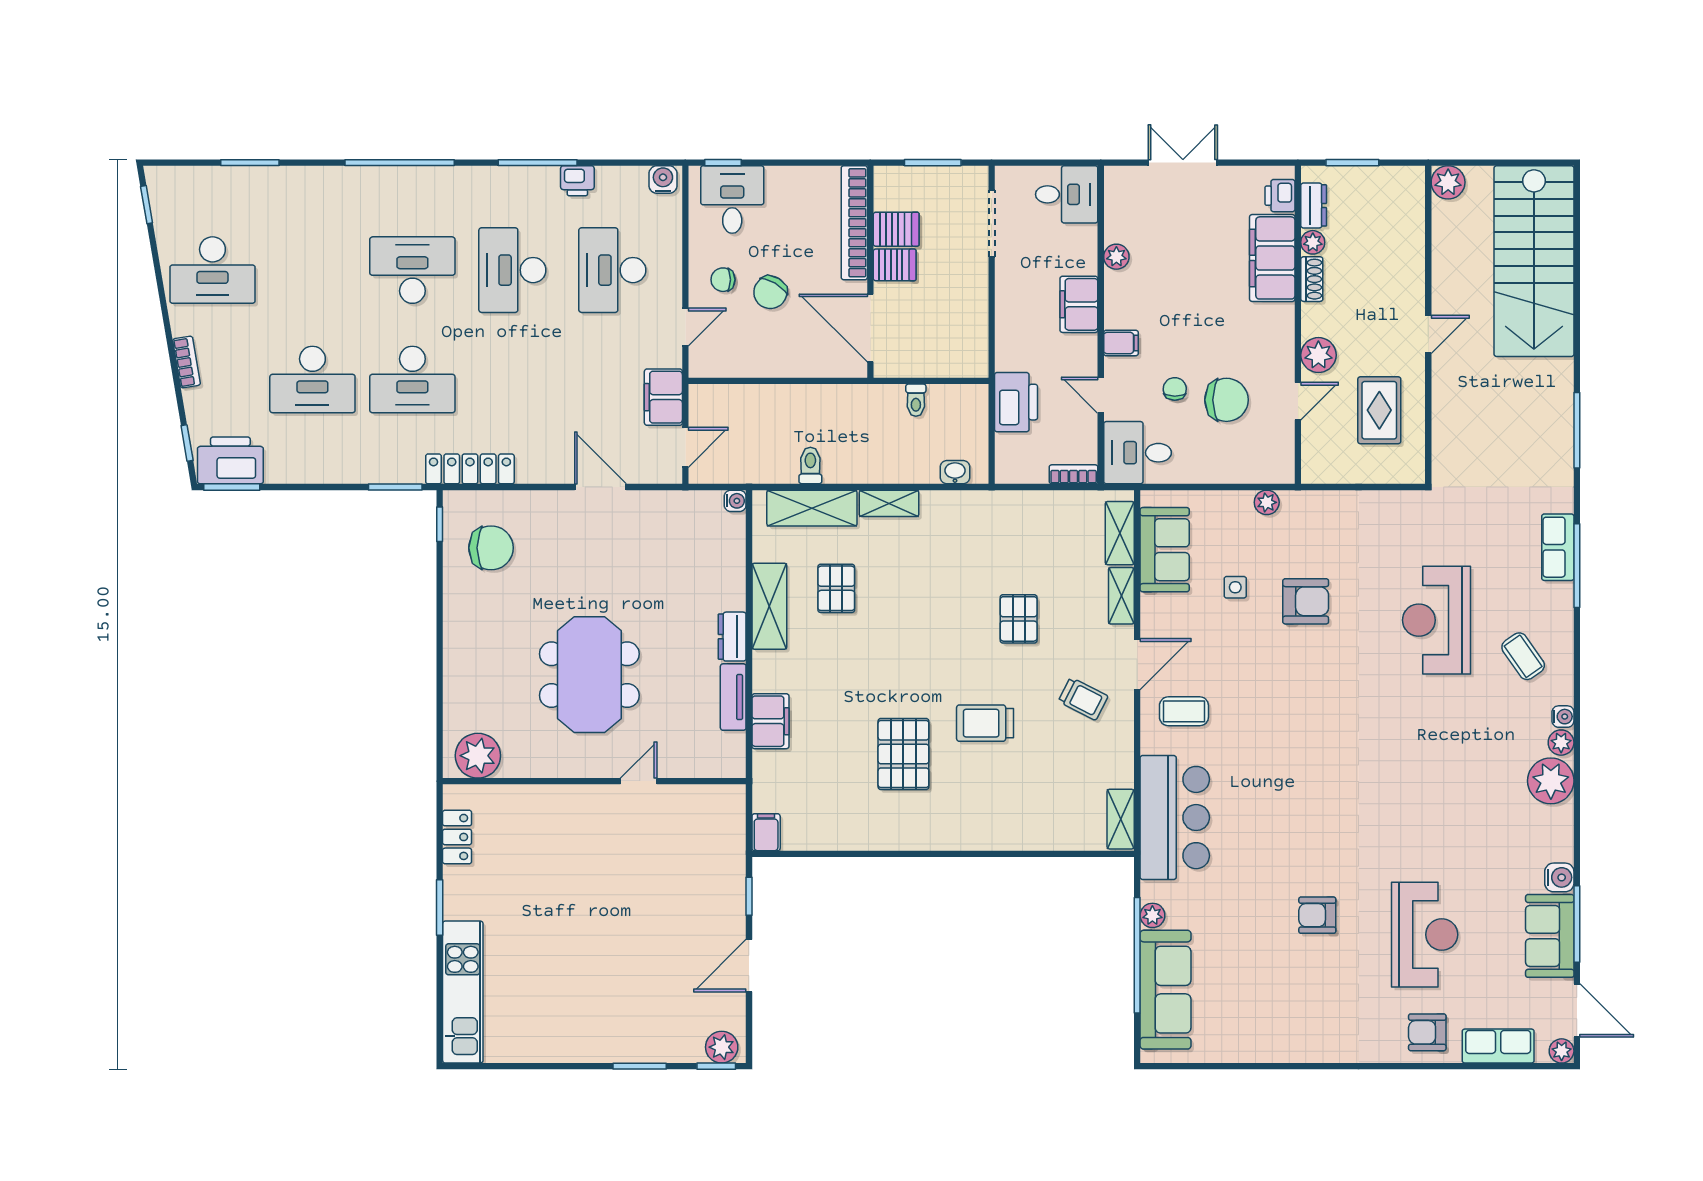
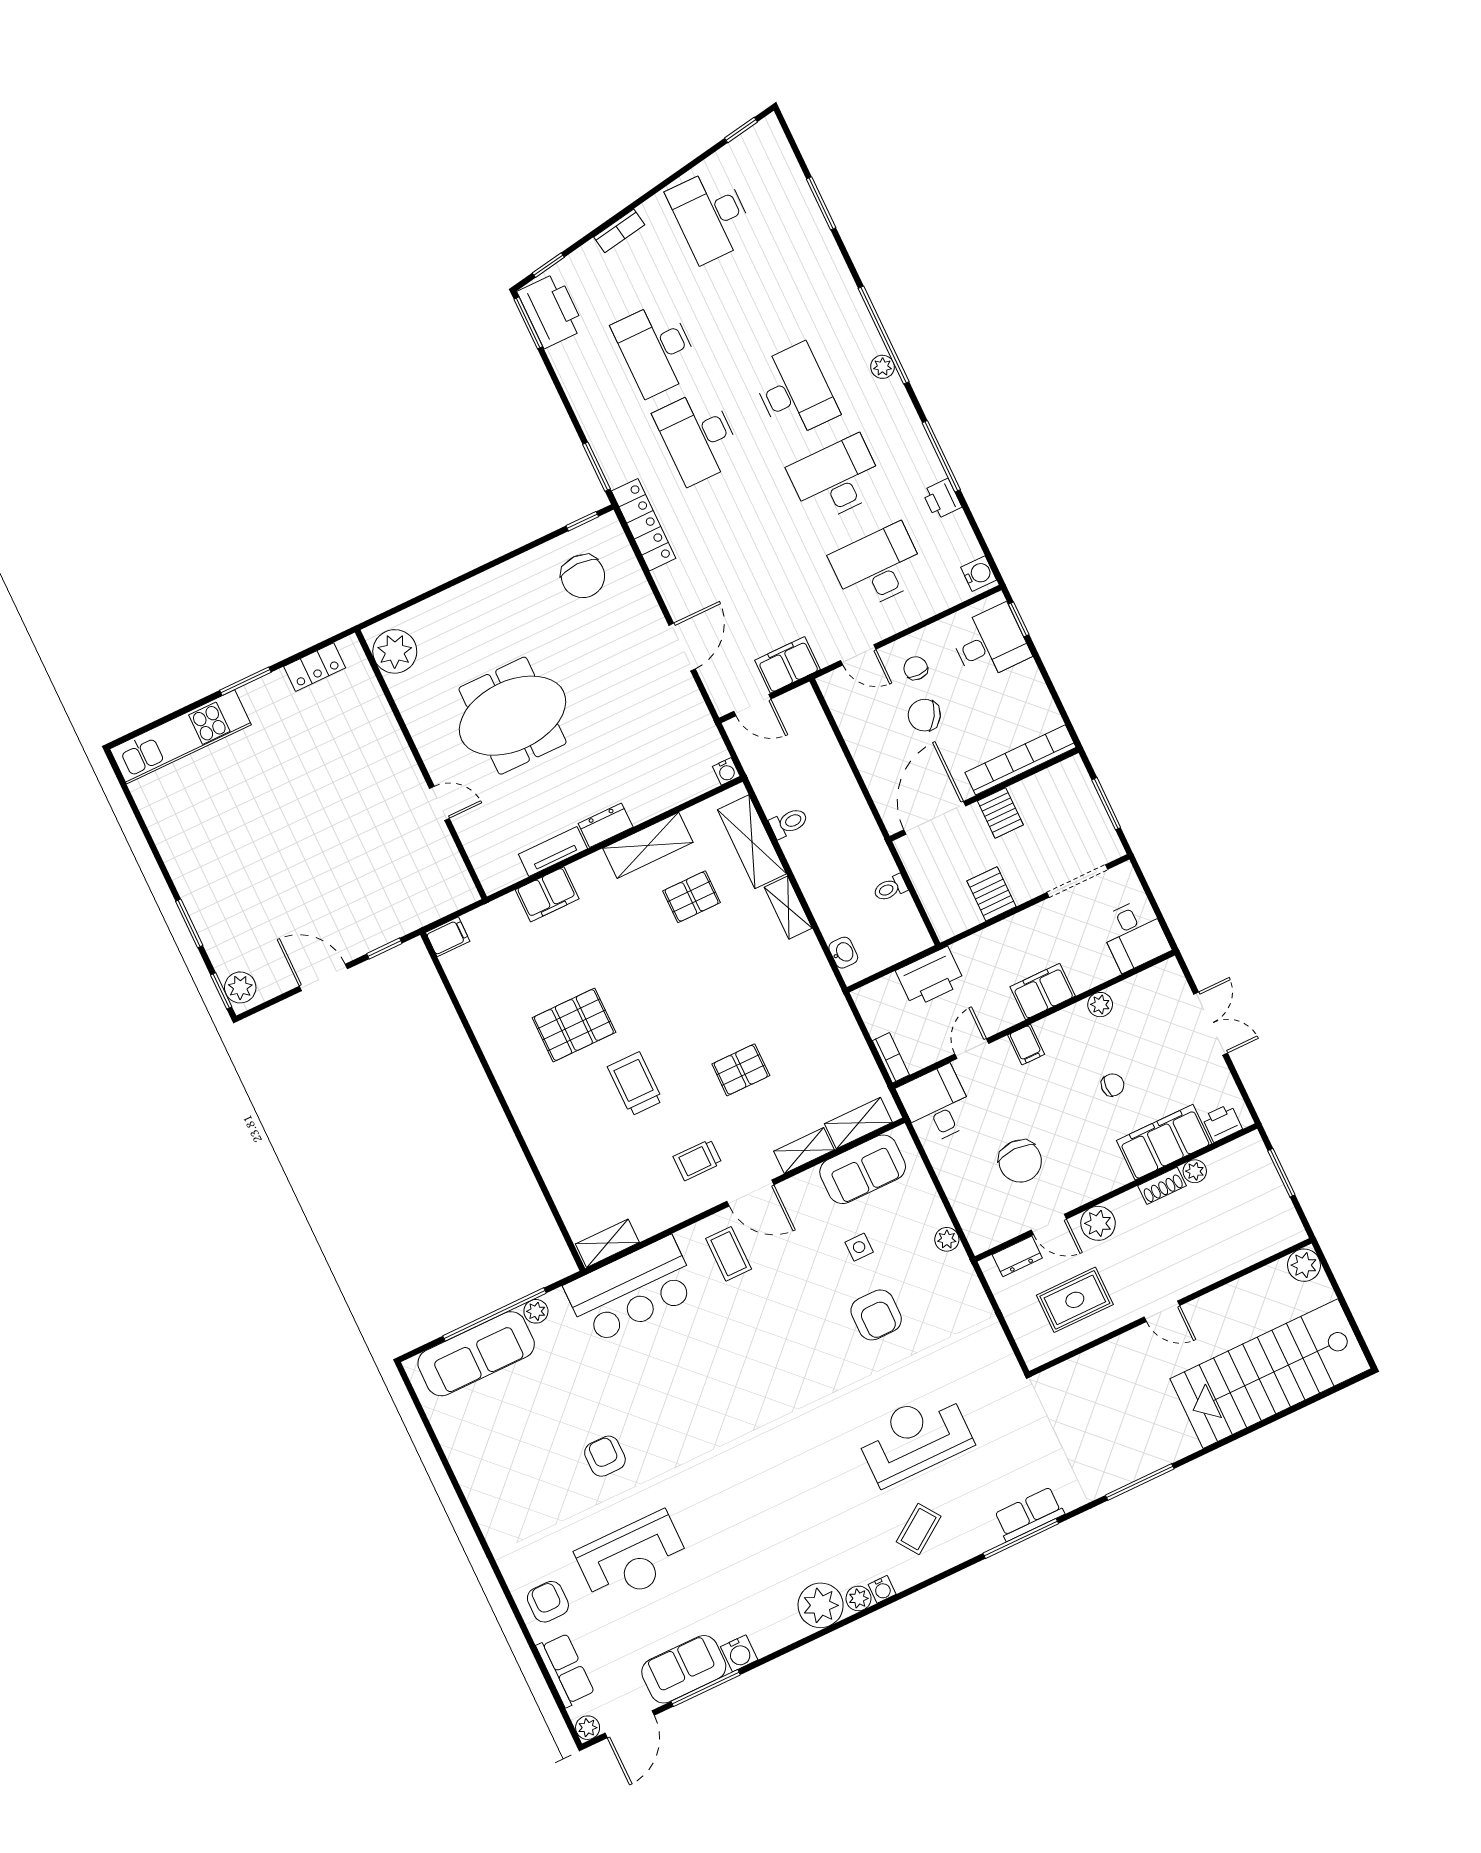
plant: (429, 178) -> (883, 367), added
dresser: (1314, 205) -> (1017, 1256), moved
server rack: (896, 229) -> (992, 894), moved, turned 180
chair: (1175, 389) -> (1113, 1085), moved
trolley: (1083, 699) -> (697, 1160), turned 63

